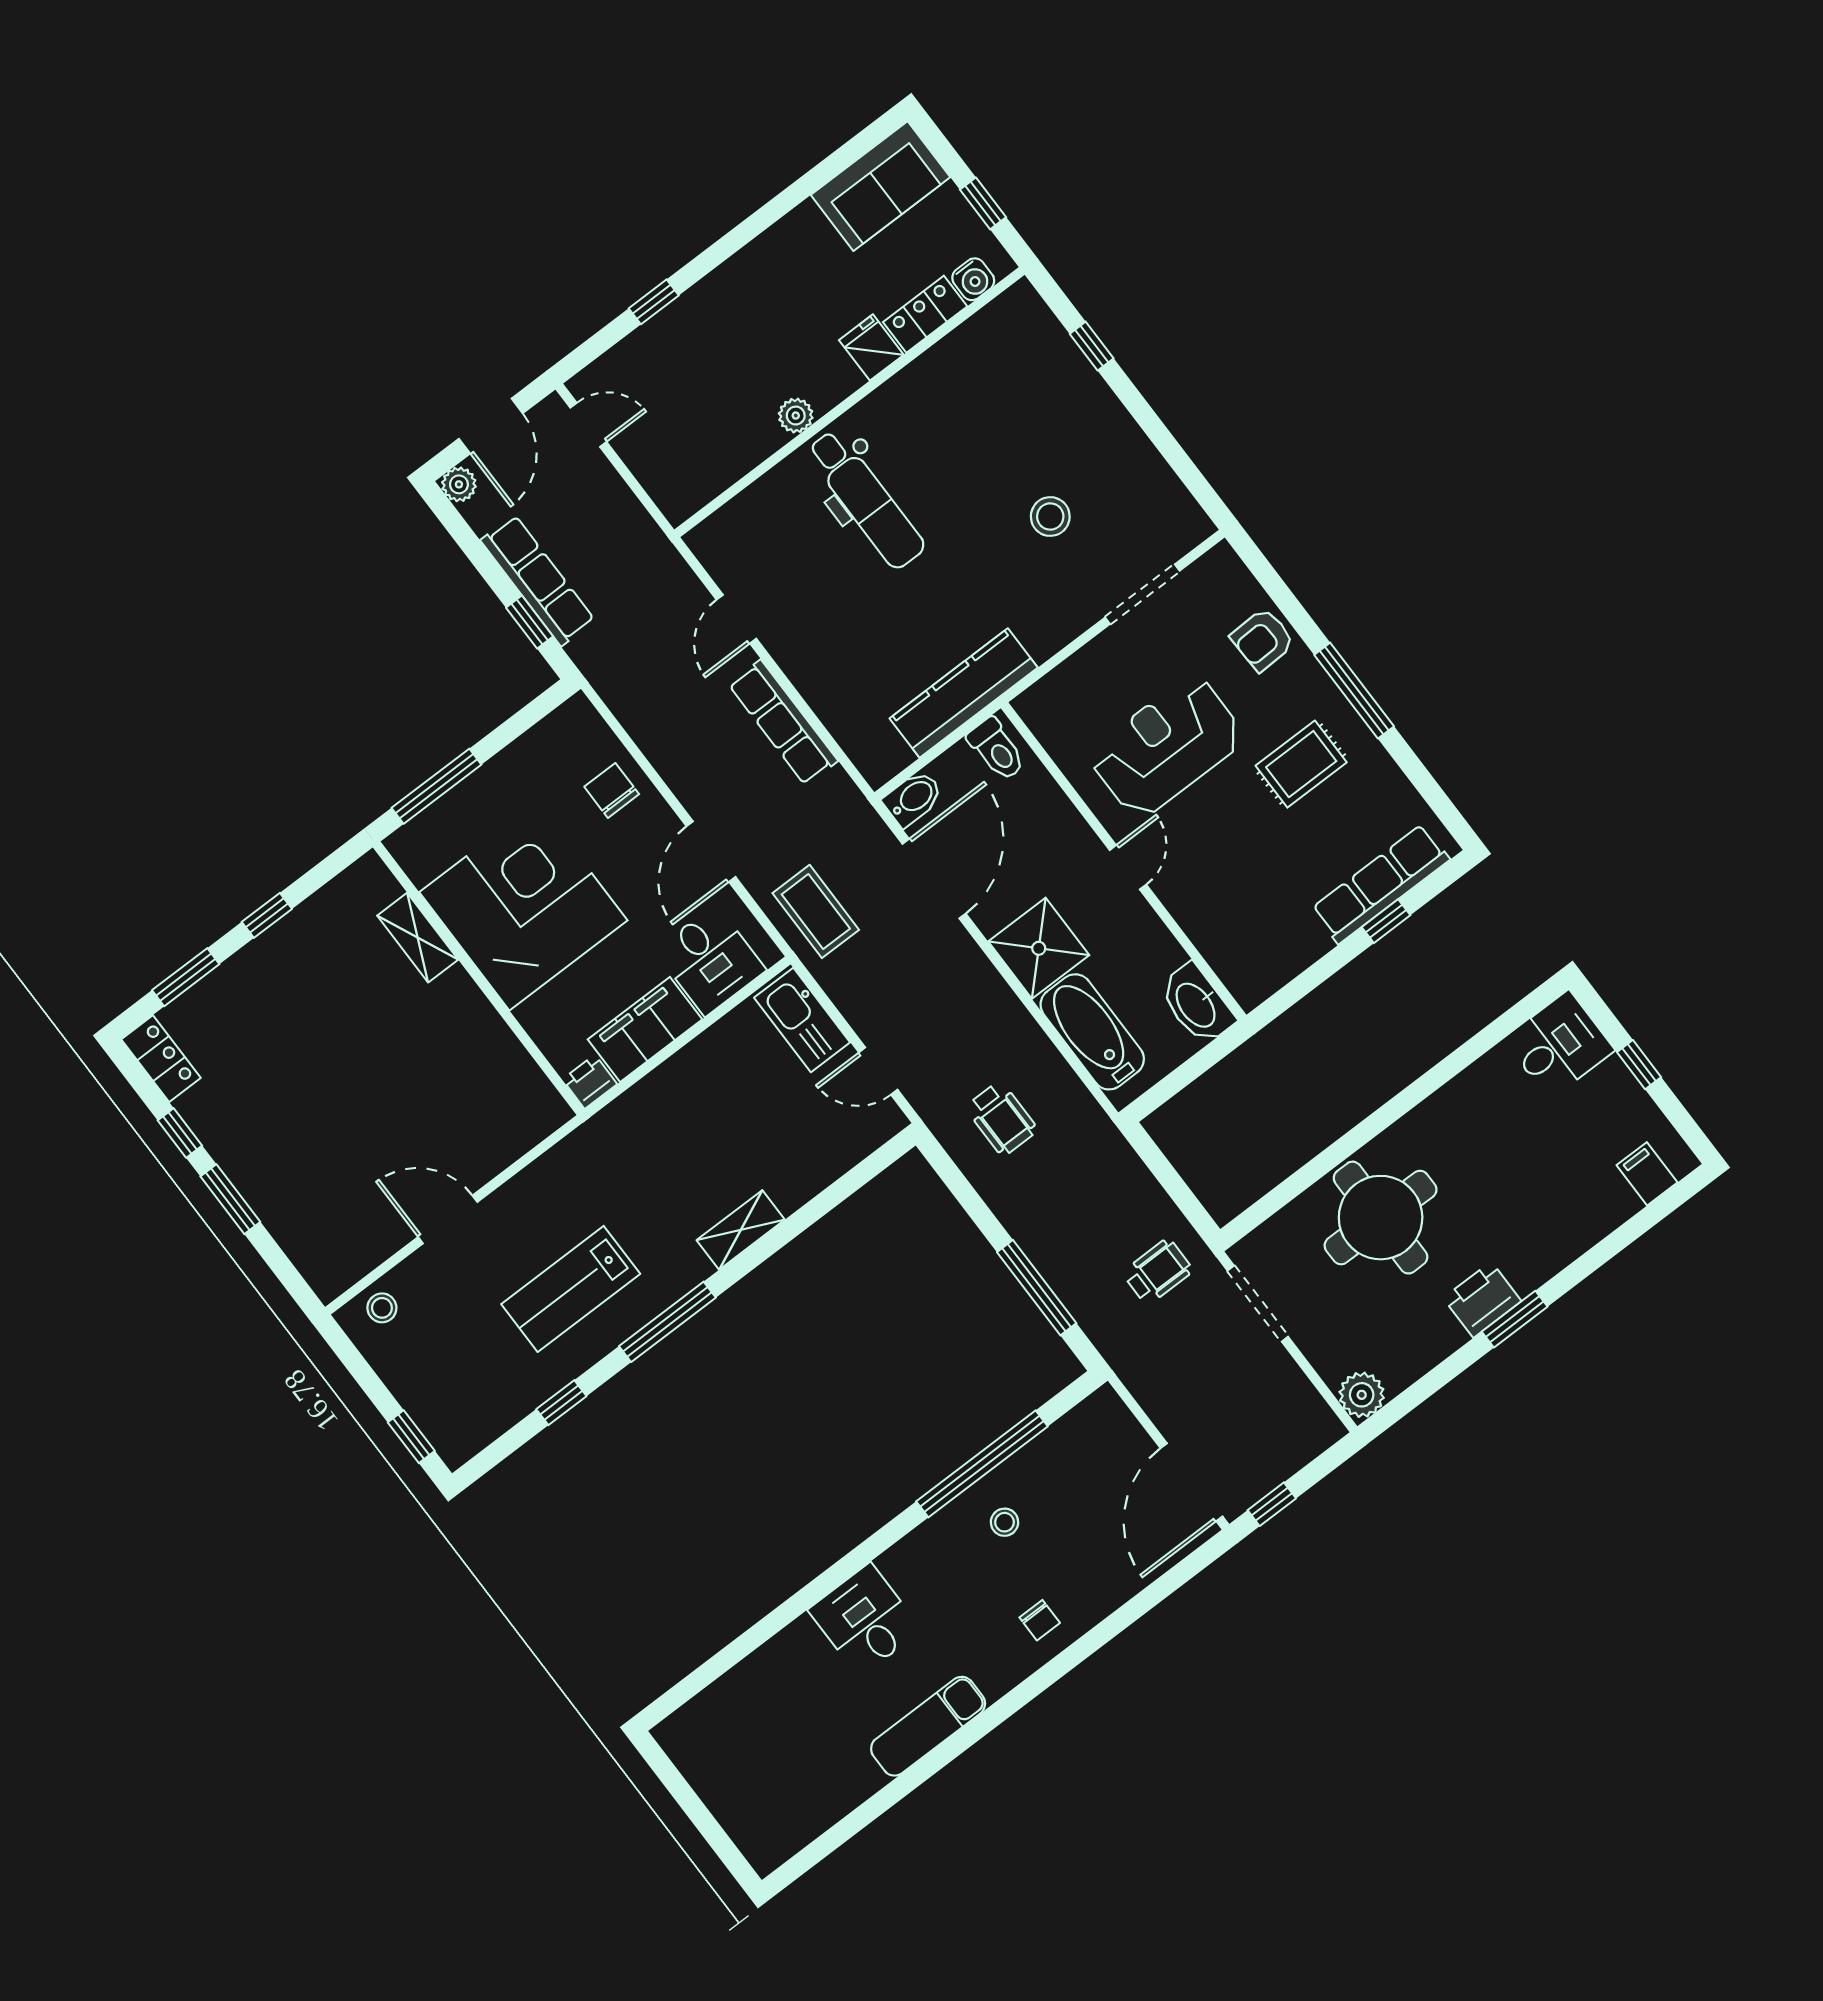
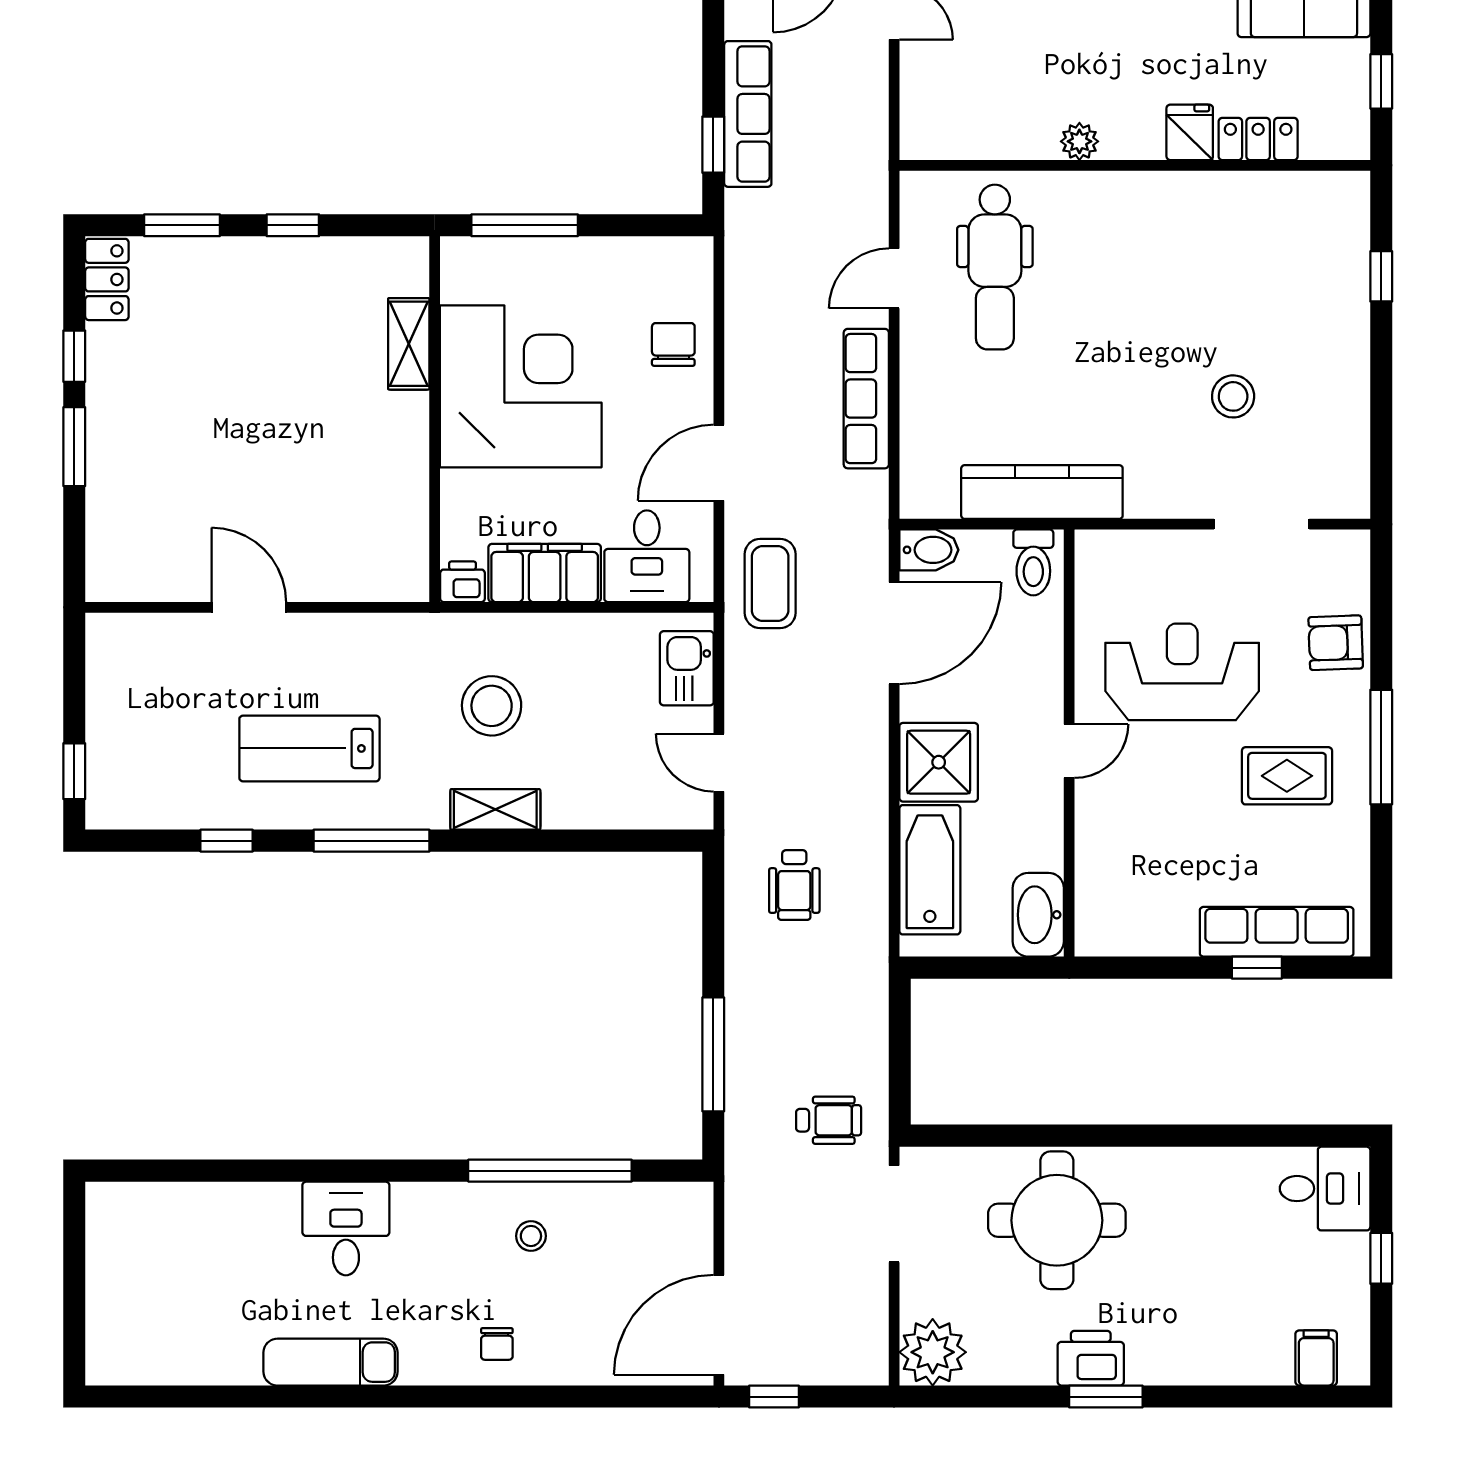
water cooler: (973, 279) -> (1323, 140), removed
dental chair: (866, 499) -> (995, 267), moved
kitchen sink: (802, 1020) -> (687, 668), width x0.73
stool: (382, 1308) -> (492, 706), moved, width x1.89, depth x1.89
plant: (1362, 1395) -> (933, 1352), width x1.36, depth x1.36

